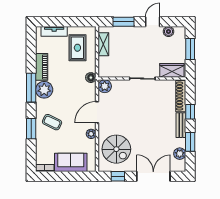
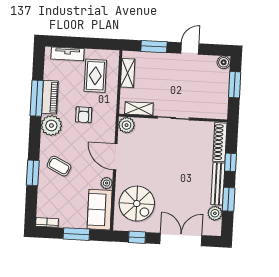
boiler: (168, 31) -> (224, 62), moved
wardrobe: (172, 70) -> (211, 110), removed
shelving: (114, 72) -> (139, 109), added
floor lamp: (91, 78) -> (110, 113), removed
armchair: (70, 80) -> (84, 115), added
window: (31, 88) -> (37, 98), moved
door: (97, 112) -> (115, 157), hinge flipped
bench: (181, 125) -> (218, 184), width x1.36
sofa: (71, 162) -> (100, 210), moved, turned -90
window: (69, 176) -> (76, 234), added

